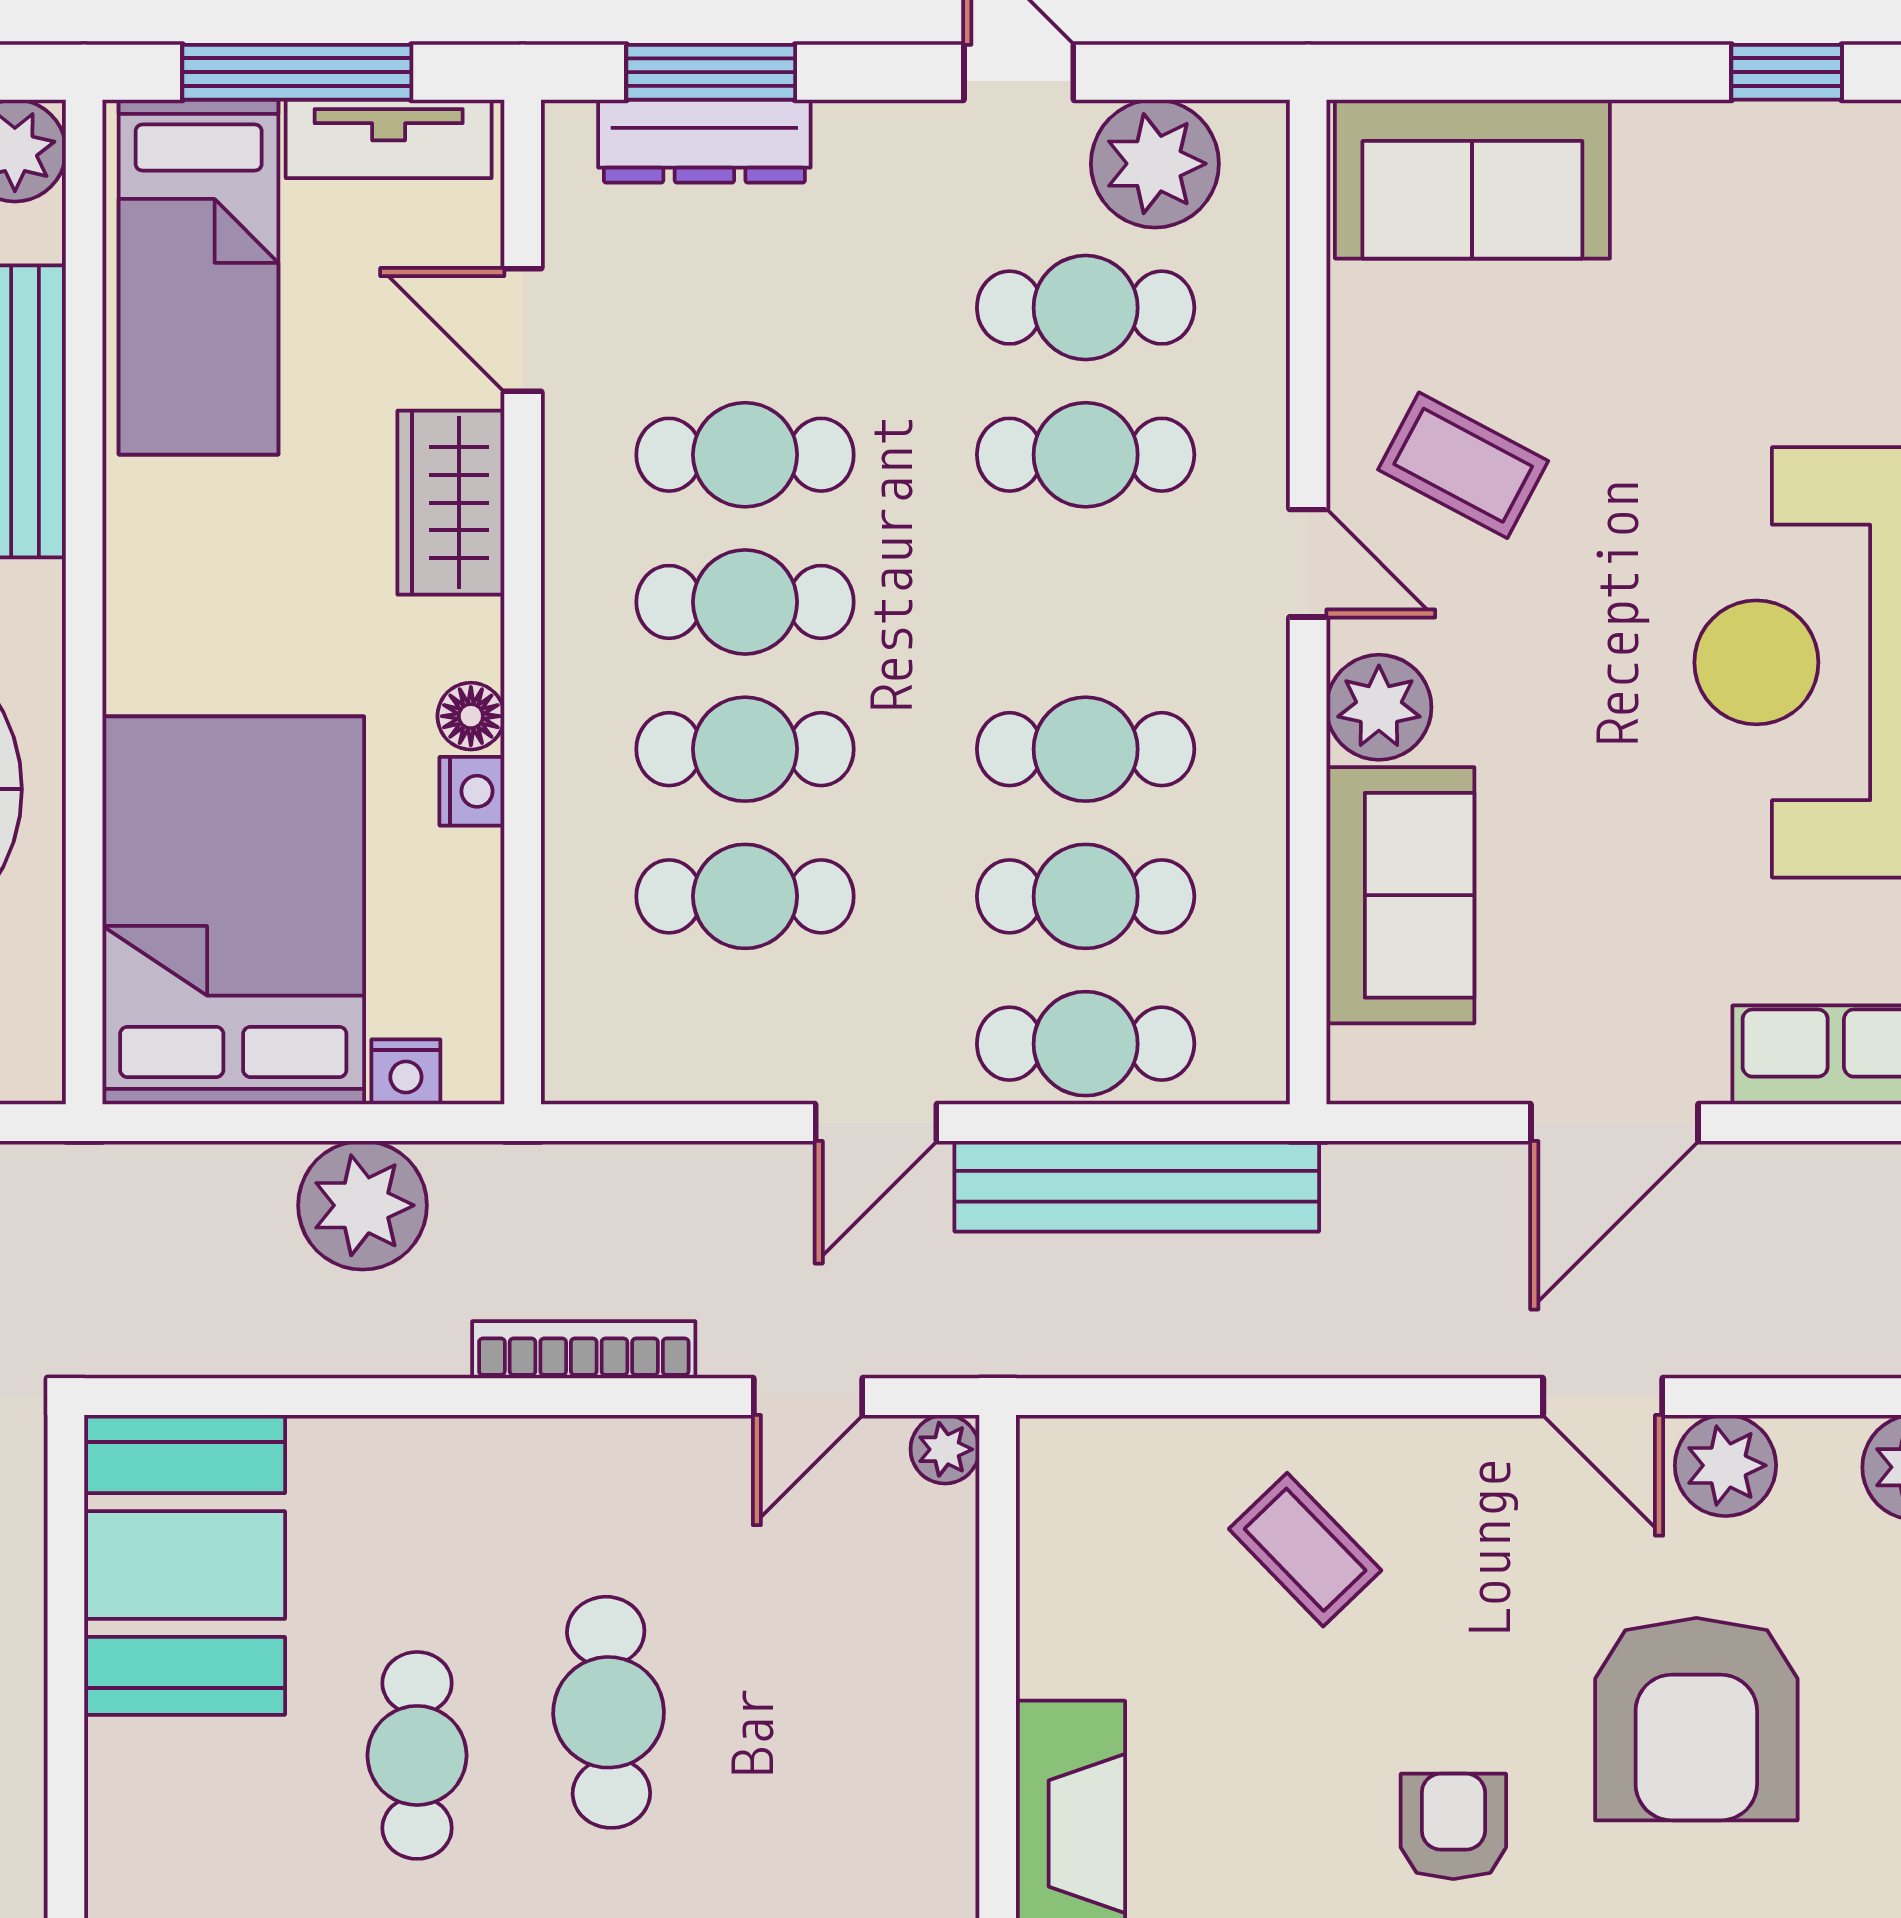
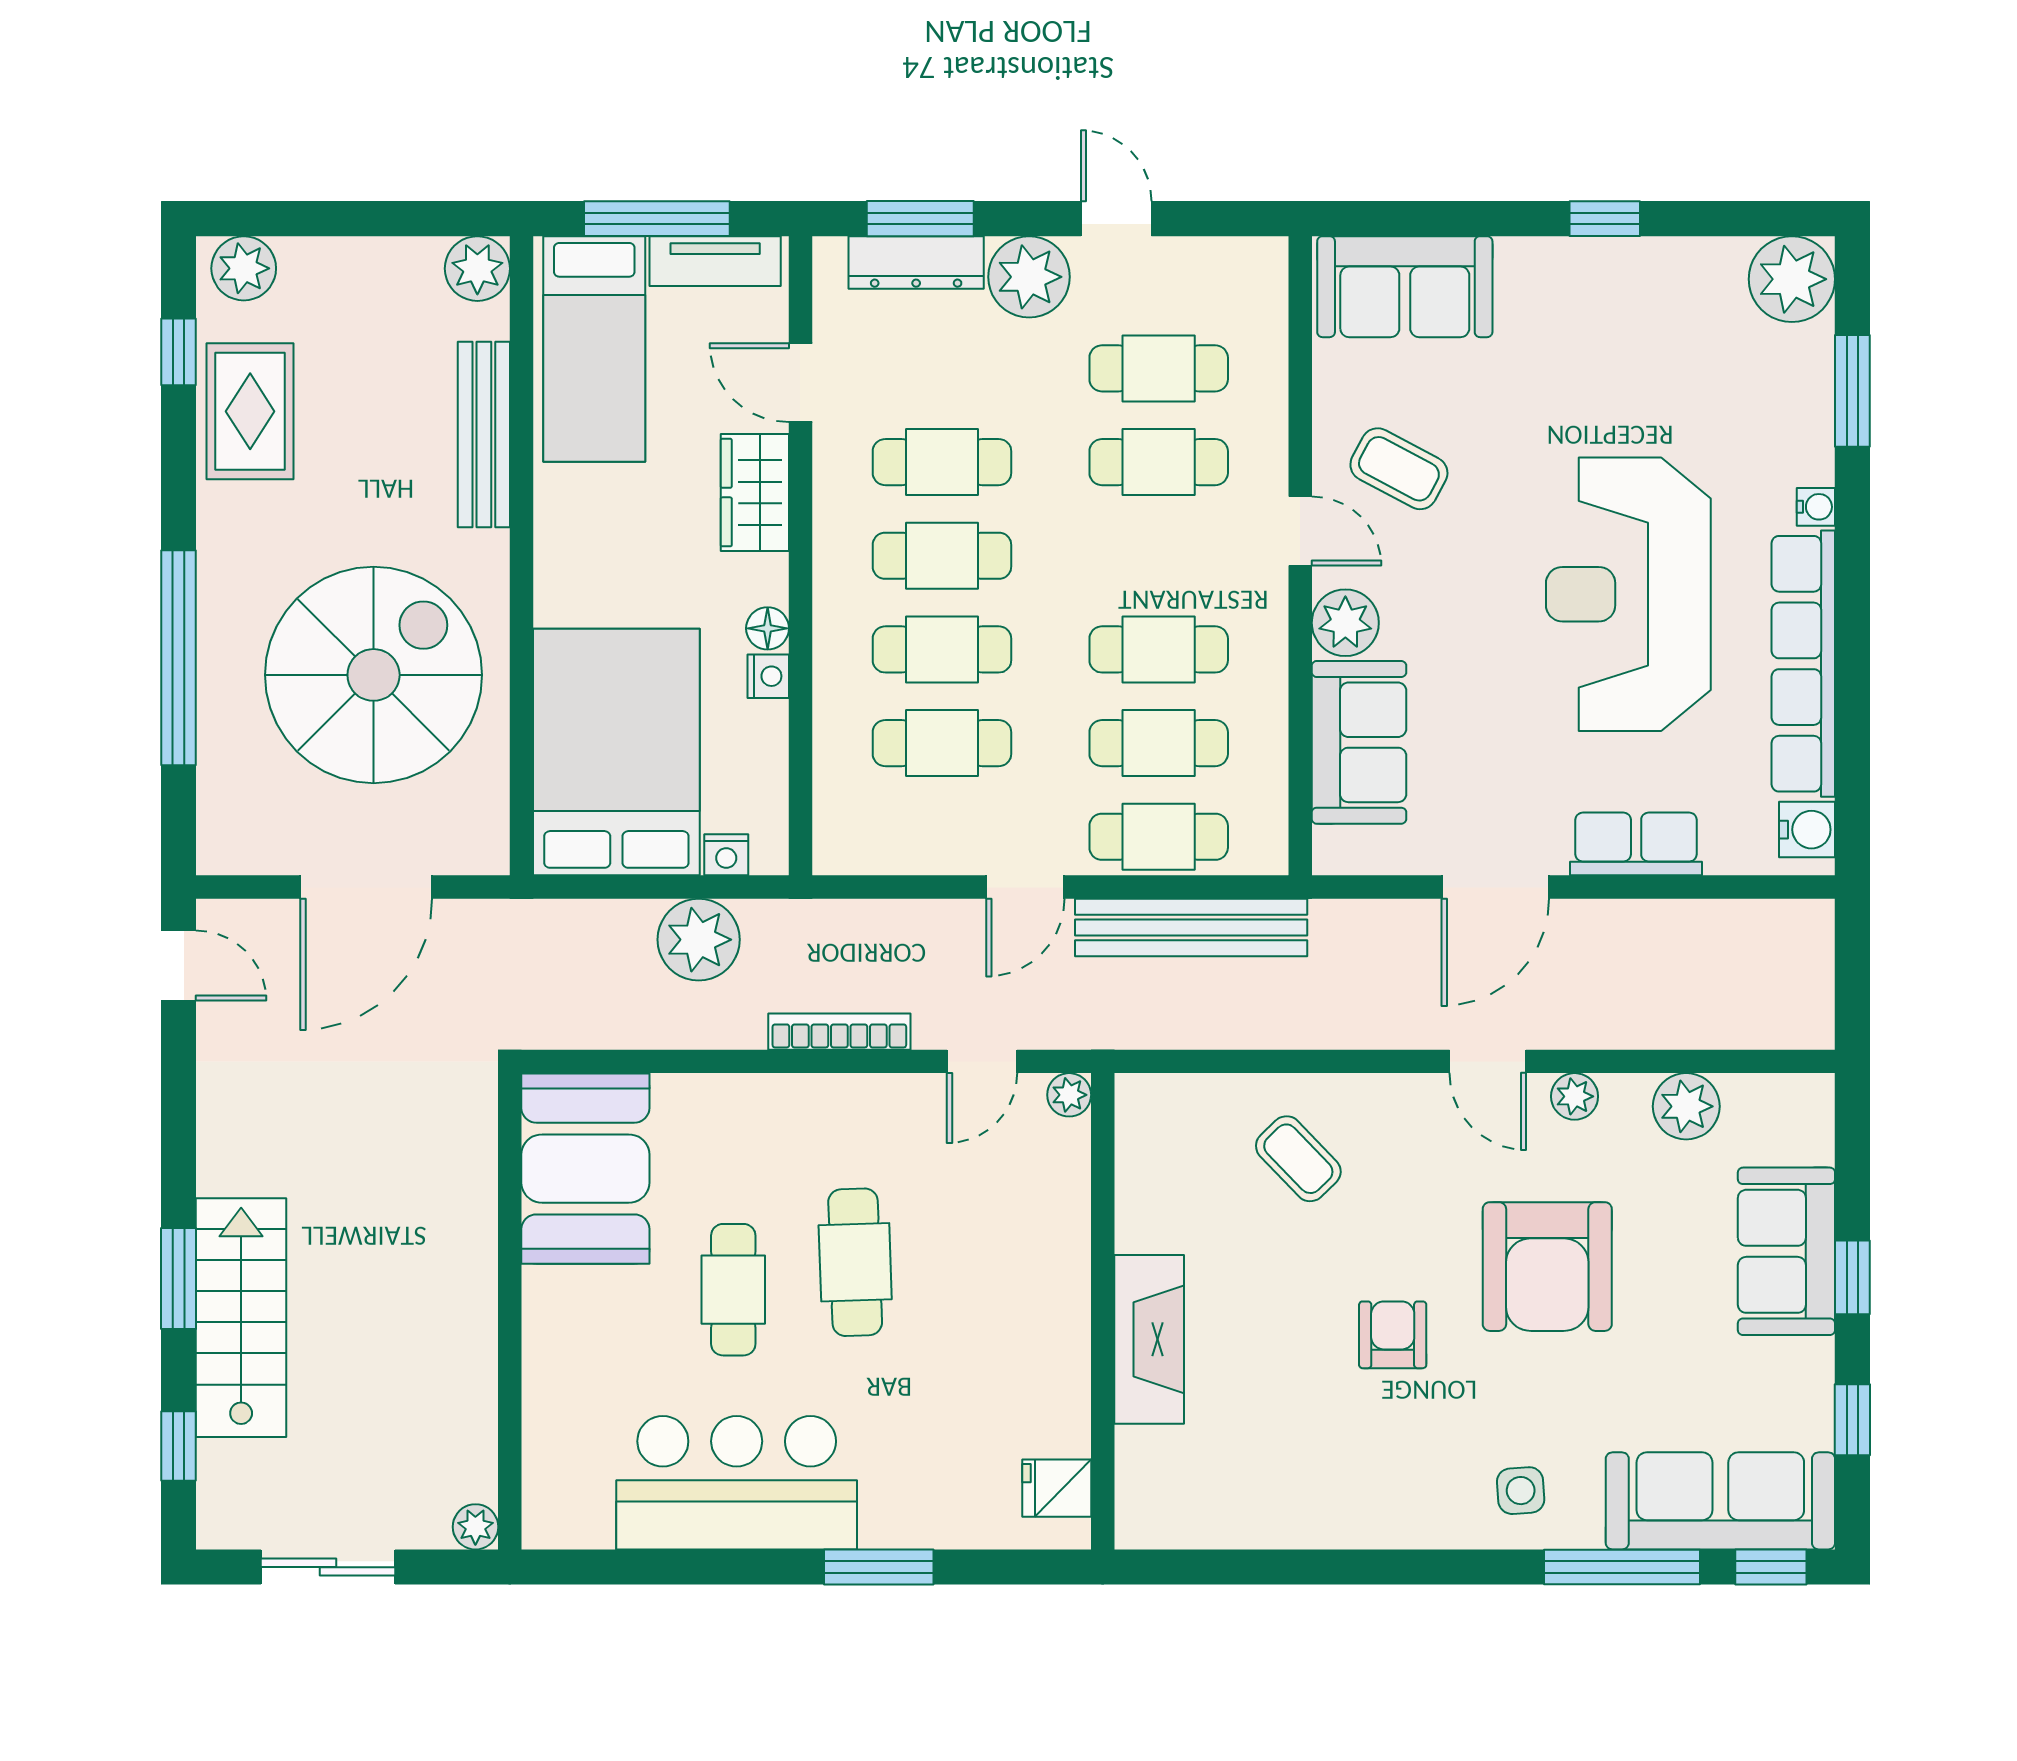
plant: (1155, 164) -> (1029, 277), moved
plant: (1725, 1465) -> (1575, 1096), width x0.73, depth x0.73

